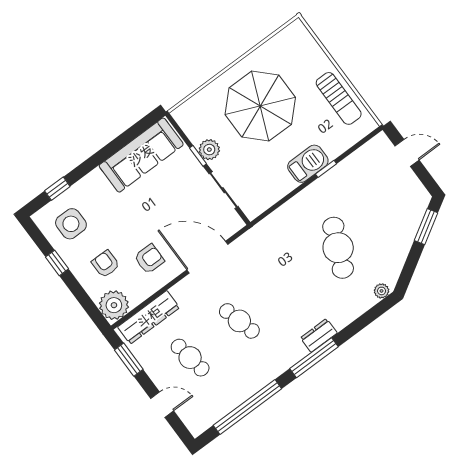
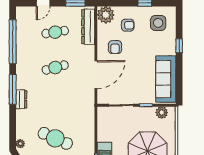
plant: (209, 150) -> (162, 113), moved
window: (57, 189) -> (179, 46), moved

